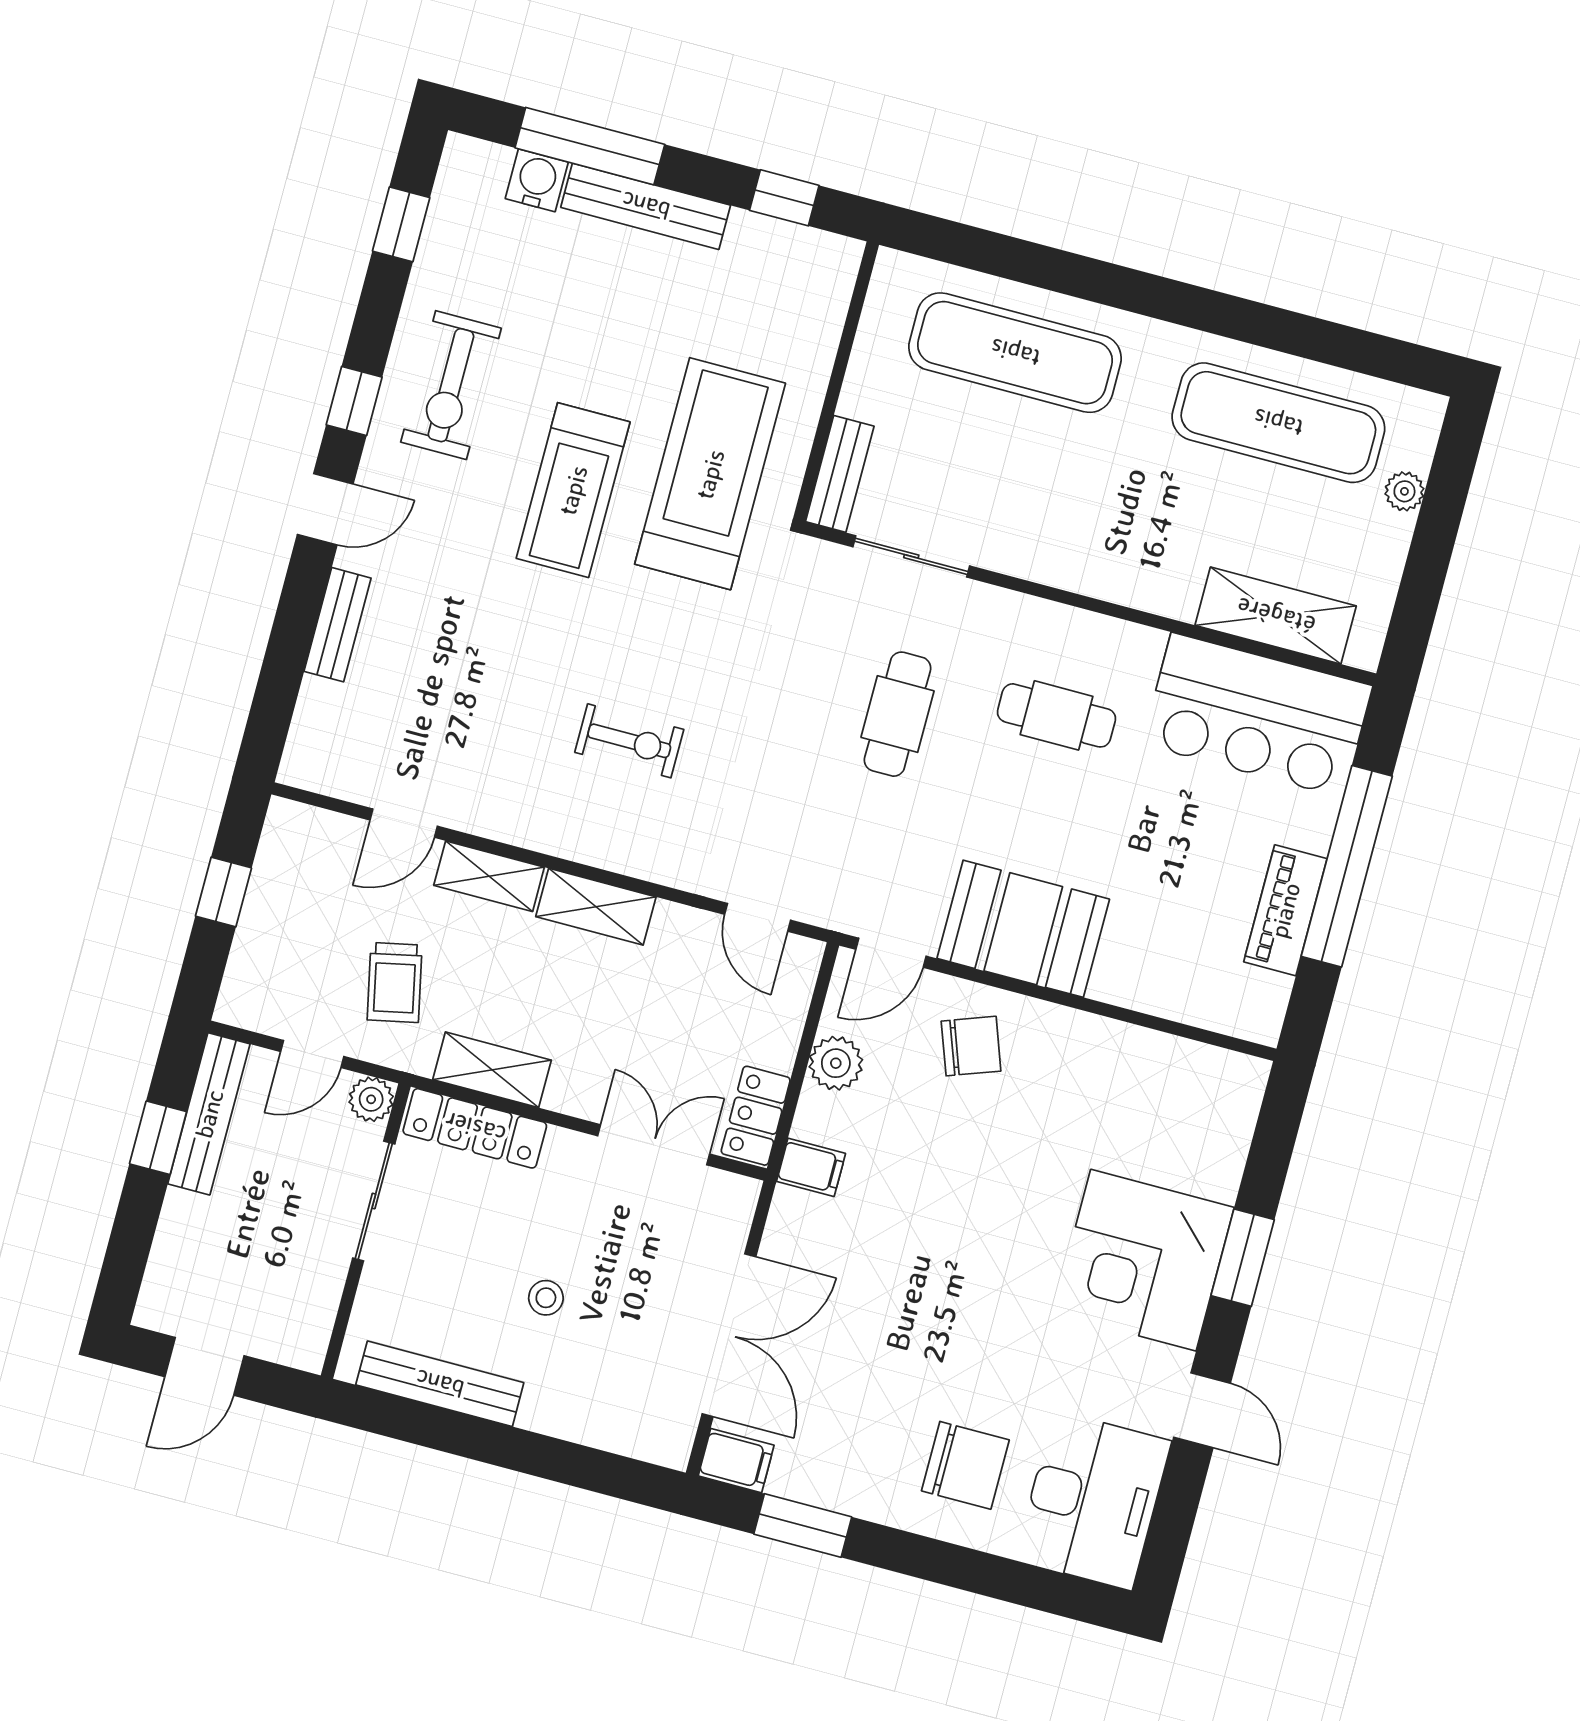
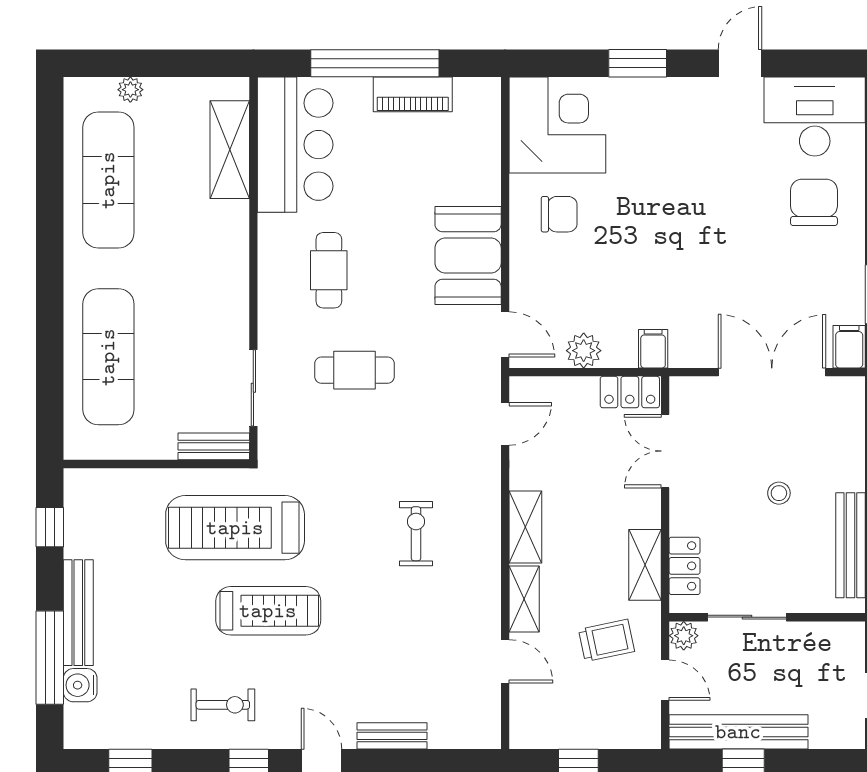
exercise bike: (451, 385) -> (223, 705), width x0.73, depth x0.72
chair: (971, 1046) -> (559, 214), moved, turned 110
bench: (209, 1114) -> (738, 732), width x1.37, depth x1.21
locker: (475, 1128) -> (685, 566), width x0.66
corner desk: (1143, 1260) -> (557, 125), moved, turned -90

